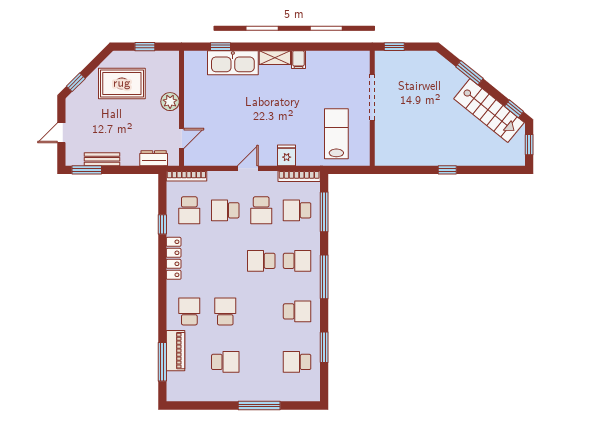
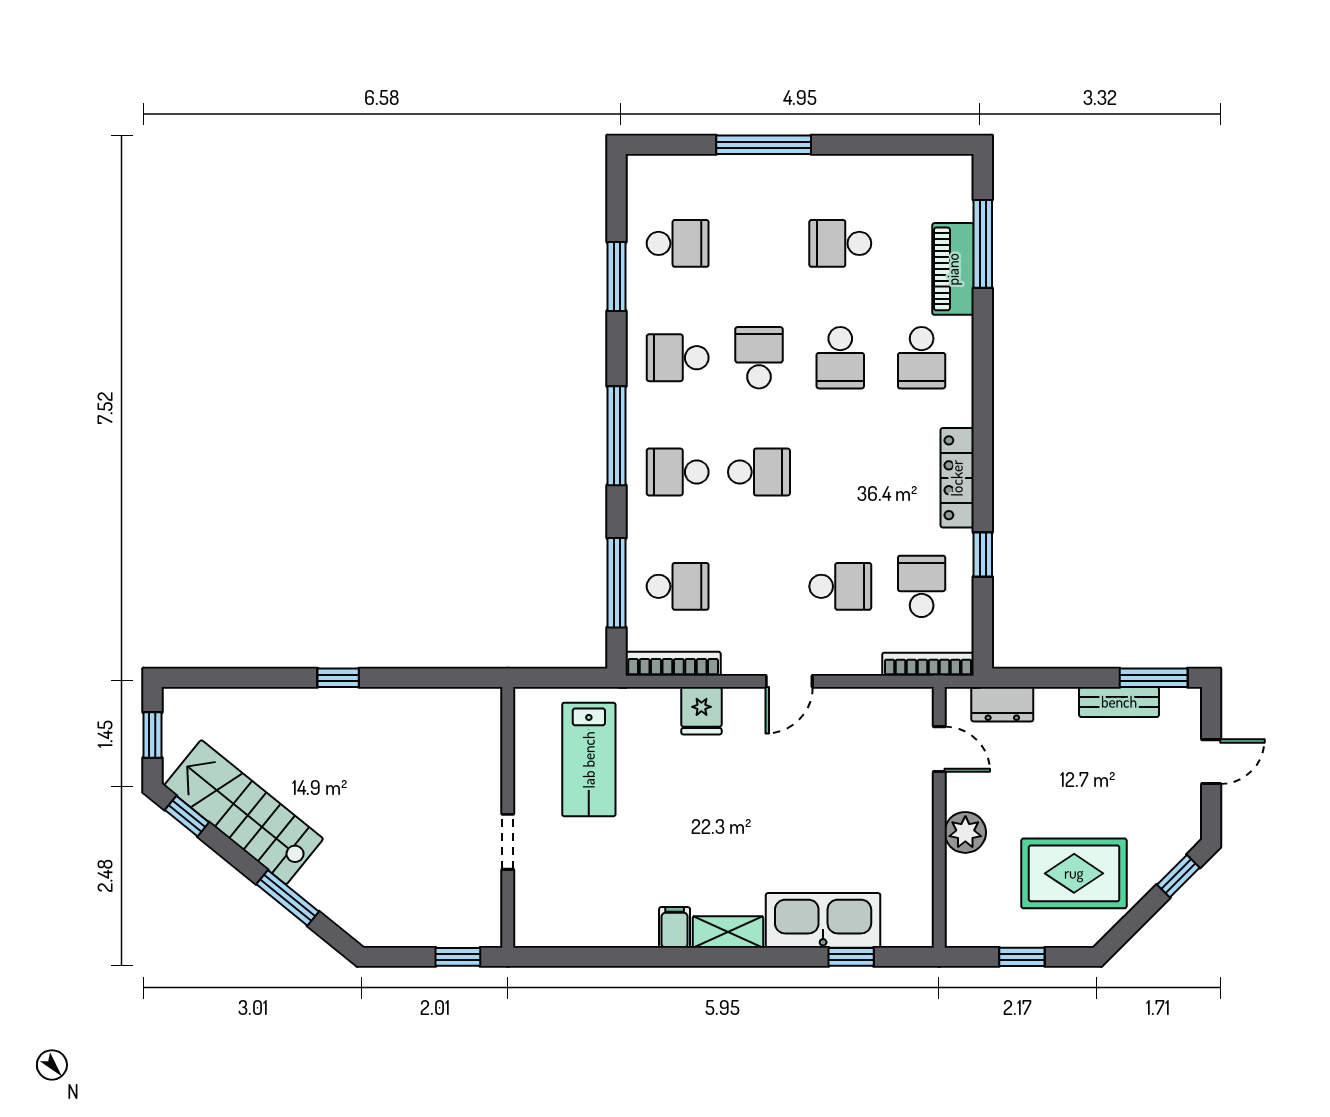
doorway: (372, 97) -> (508, 842), width x0.53
door: (182, 138) -> (939, 749), swing flipped
school desk: (261, 210) -> (759, 358), moved

